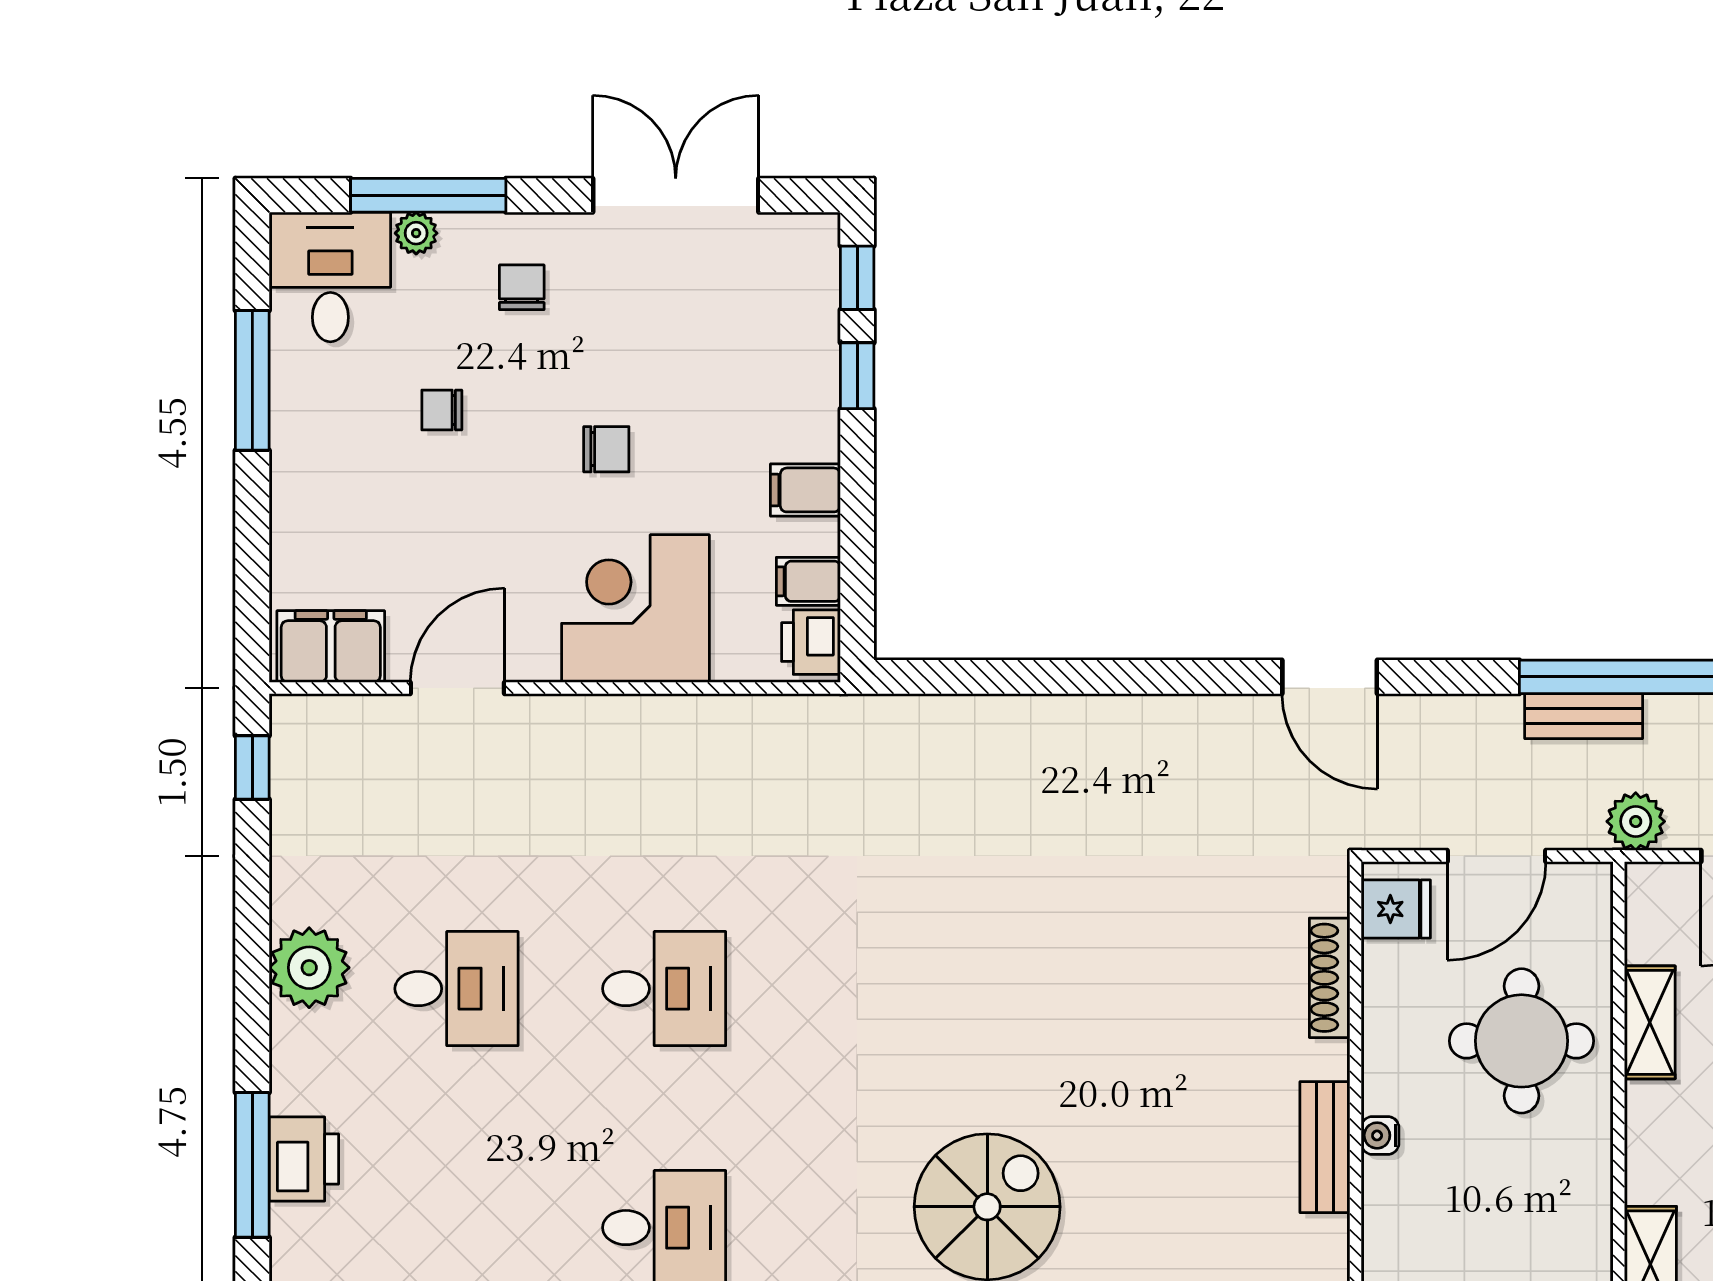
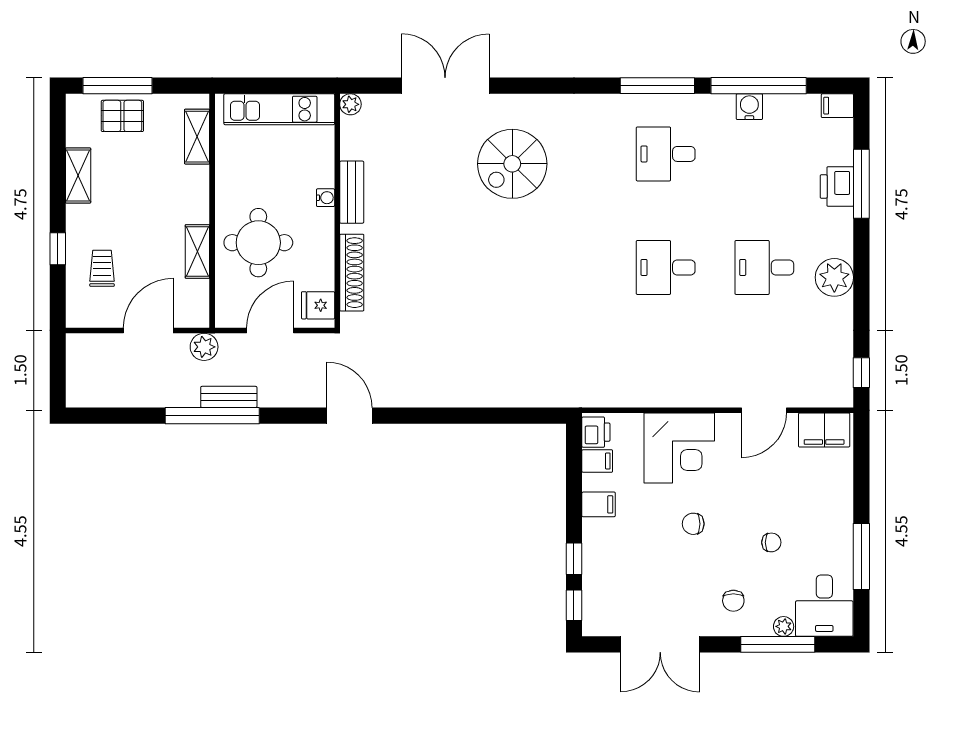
shoe rack: (1330, 978) -> (352, 273), width x1.36, depth x1.24

